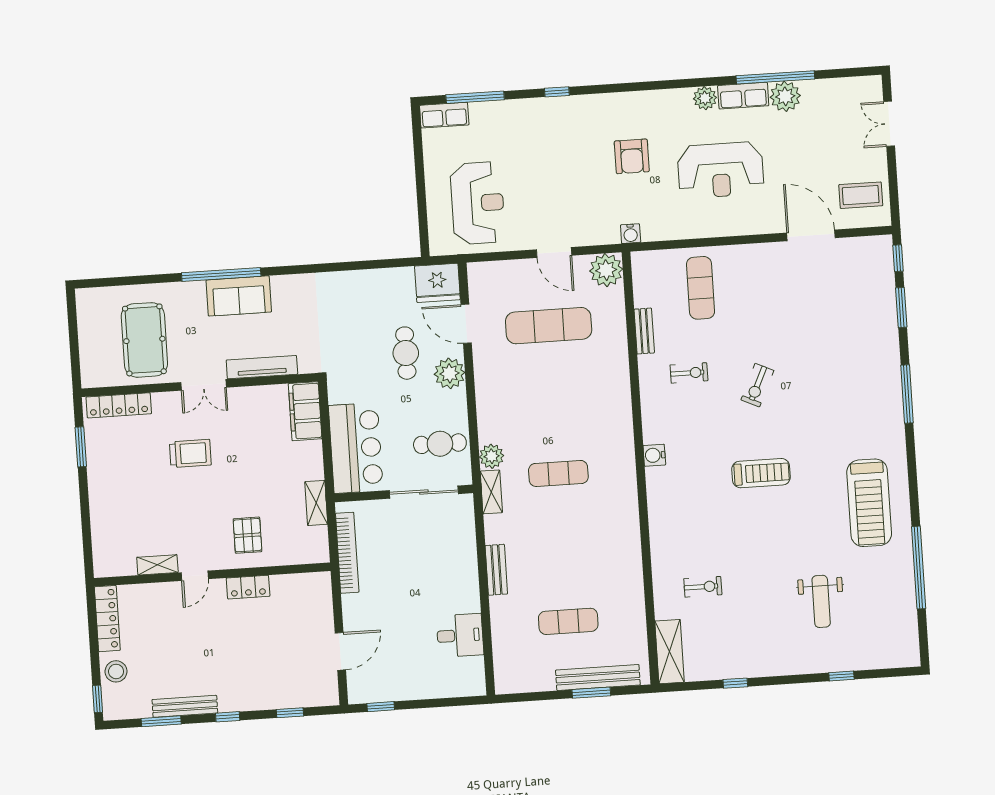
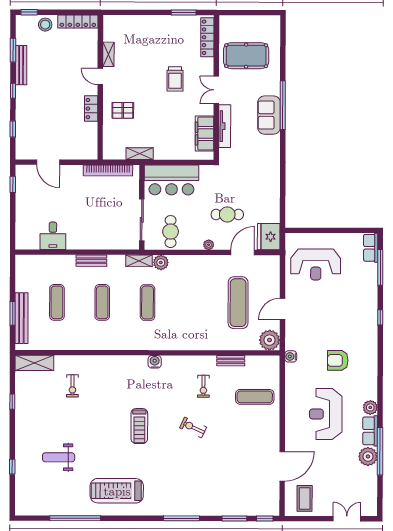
plant: (450, 373) -> (209, 245), width x0.53, depth x0.53
filing cabinet: (305, 411) -> (205, 134), moved, turned -90
exercise mat: (563, 547) -> (102, 302), added

